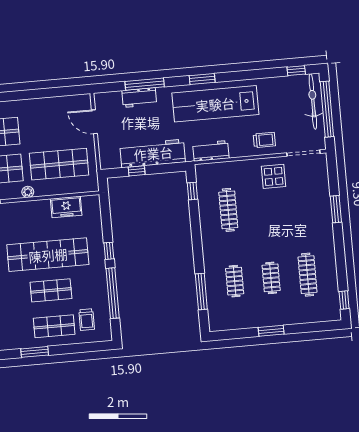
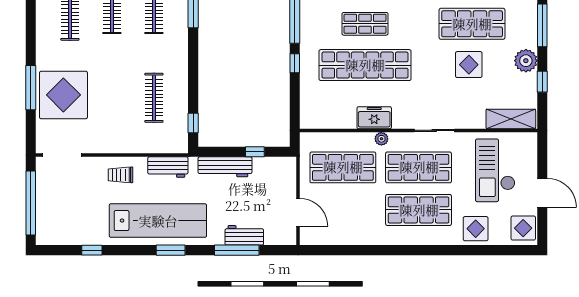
window: (296, 71) -> (92, 250), moved
bicycle: (313, 102) -> (46, 213), removed
trolley: (264, 140) -> (121, 175), moved
workbench: (153, 153) -> (225, 167), width x0.73, depth x0.76
display table: (274, 176) -> (63, 95), moved, width x1.86, depth x1.86
freezer: (66, 207) -> (374, 118), moved
window: (336, 209) -> (31, 88), width x1.44

